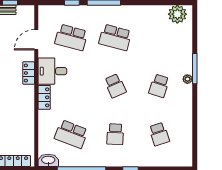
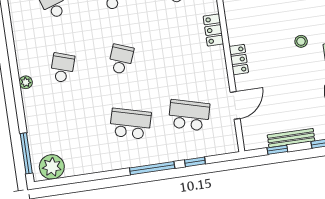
window: (195, 69) -> (26, 153), moved
desk: (52, 71) -> (208, 67), removed
school desk: (115, 86) -> (121, 59), turned 45

